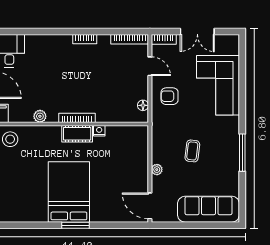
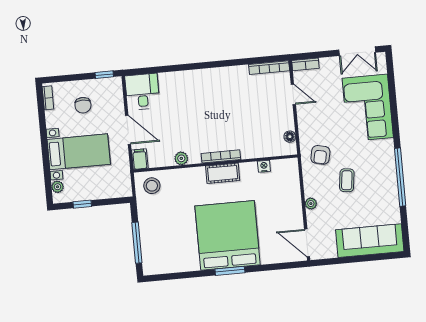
double door: (197, 32) -> (357, 51), moved
bookcase: (85, 39) -> (221, 72), removed
armchair: (170, 96) -> (320, 155), moved, turned -78
nightstand: (99, 131) -> (264, 166), moved
window: (242, 153) -> (400, 177), width x1.46
bed: (69, 192) -> (228, 235), width x1.36

